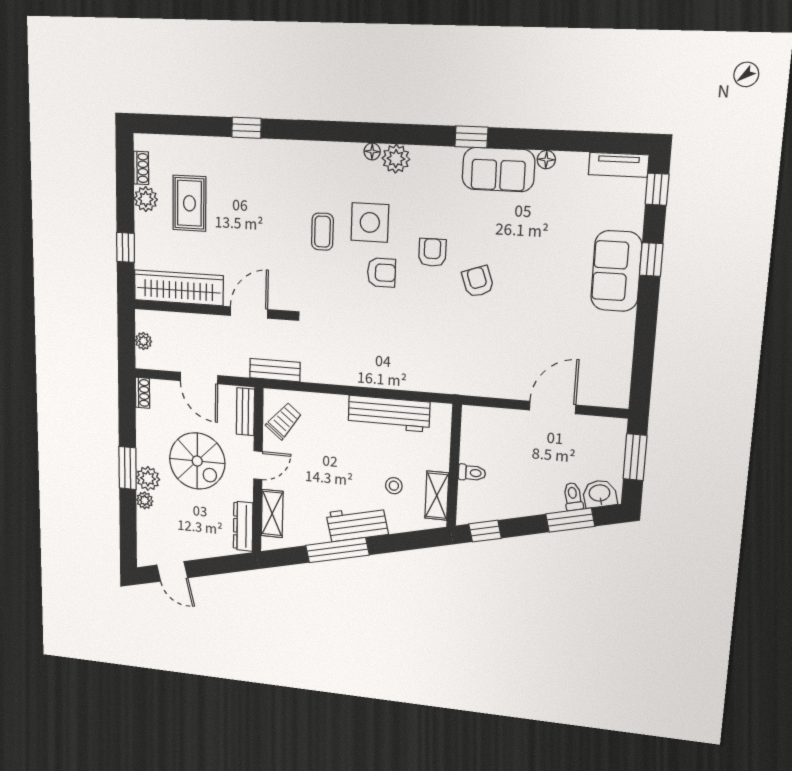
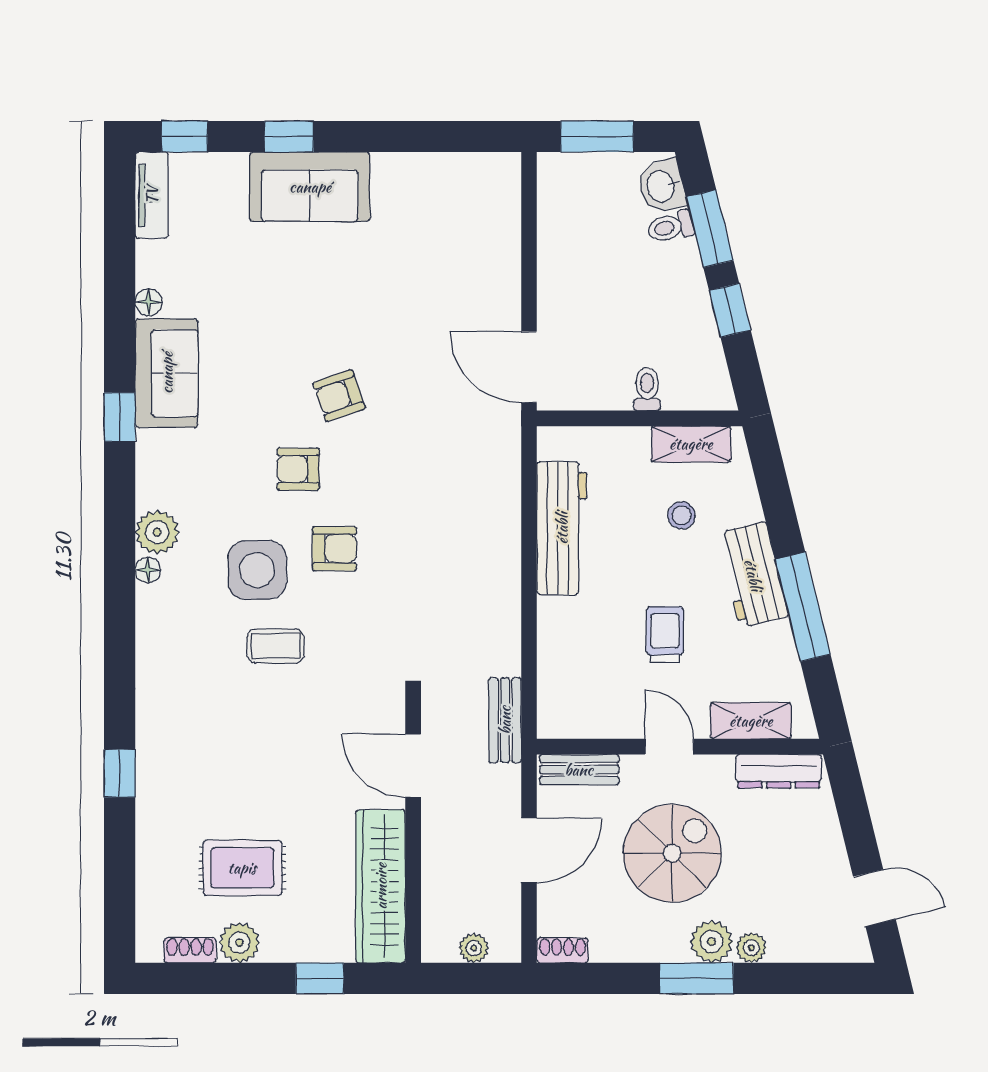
armchair: (381, 273) -> (334, 549), turned 90
door: (553, 407) -> (529, 367), moved
trolley: (284, 421) -> (665, 635), moved, turned 51
window: (485, 531) -> (730, 310), moved
door: (172, 571) -> (874, 898), hinge flipped

